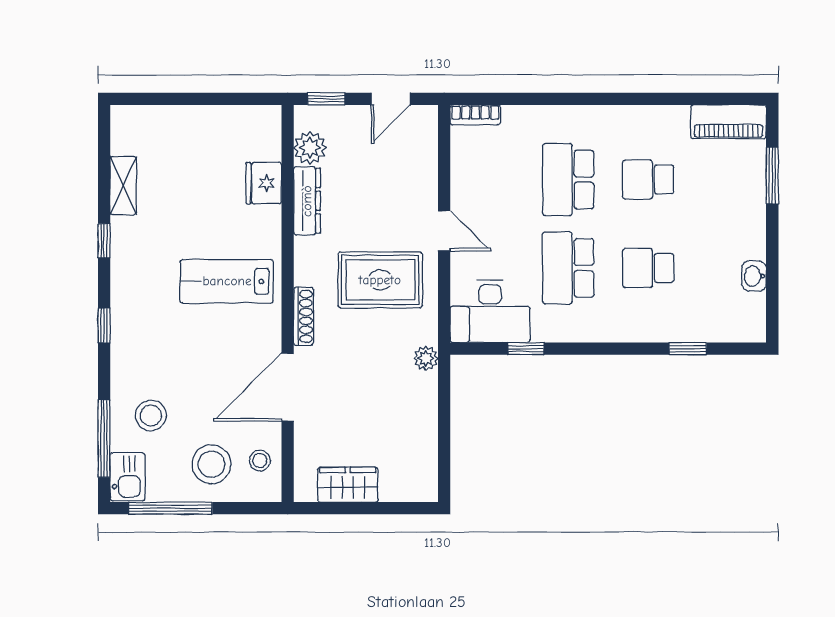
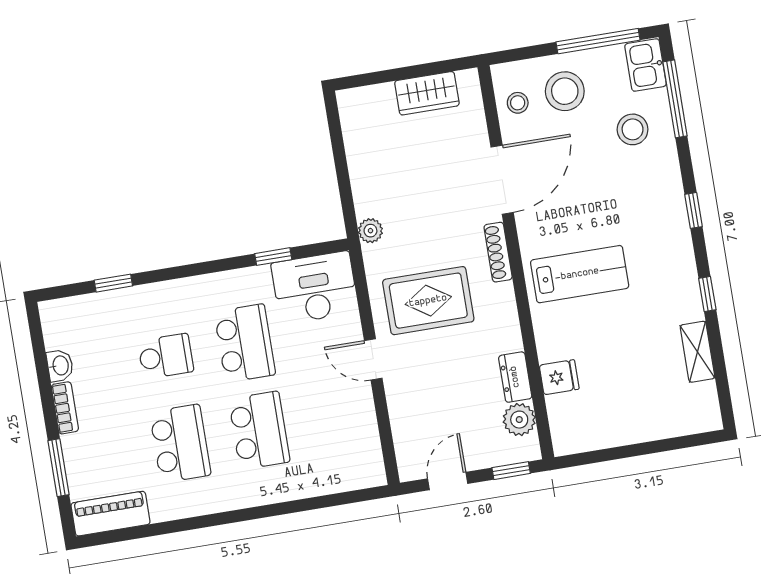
bookcase: (475, 115) -> (65, 408), moved, turned 90
school desk: (648, 180) -> (180, 444), width x1.85
fridge: (264, 183) -> (559, 377), width x0.72
dresser: (307, 201) -> (515, 377), width x0.70

